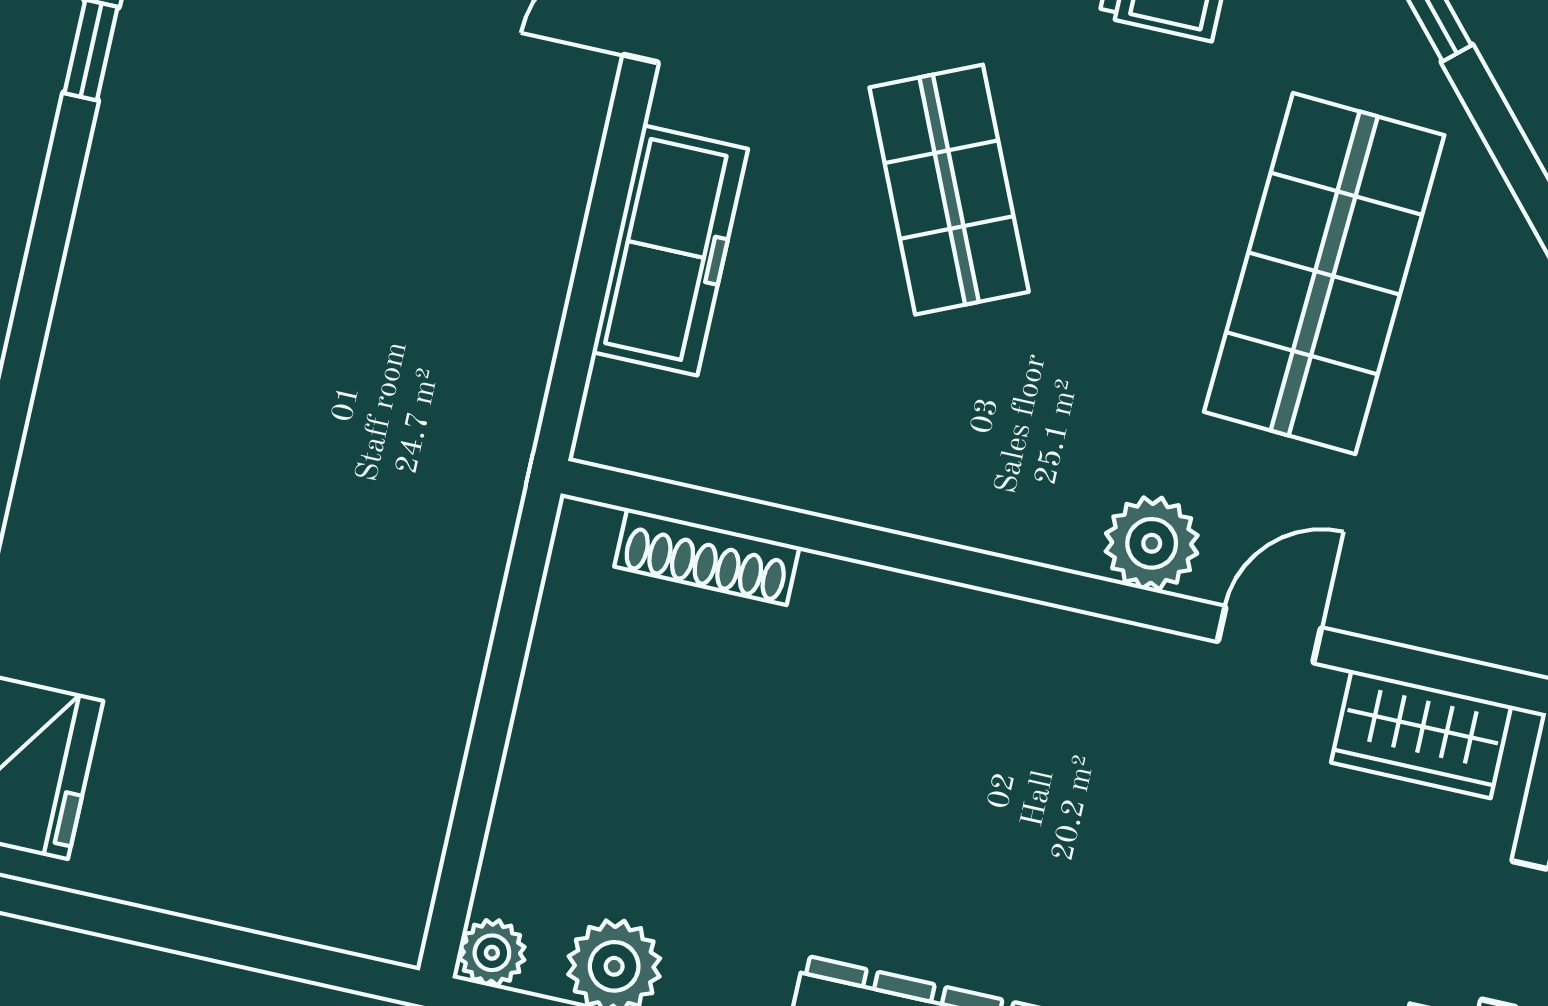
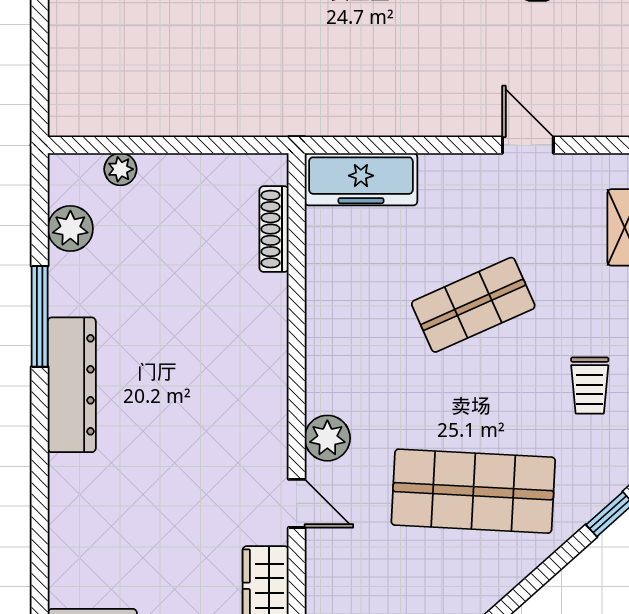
freezer: (670, 250) -> (361, 179), moved
plant: (492, 953) -> (120, 169), moved

